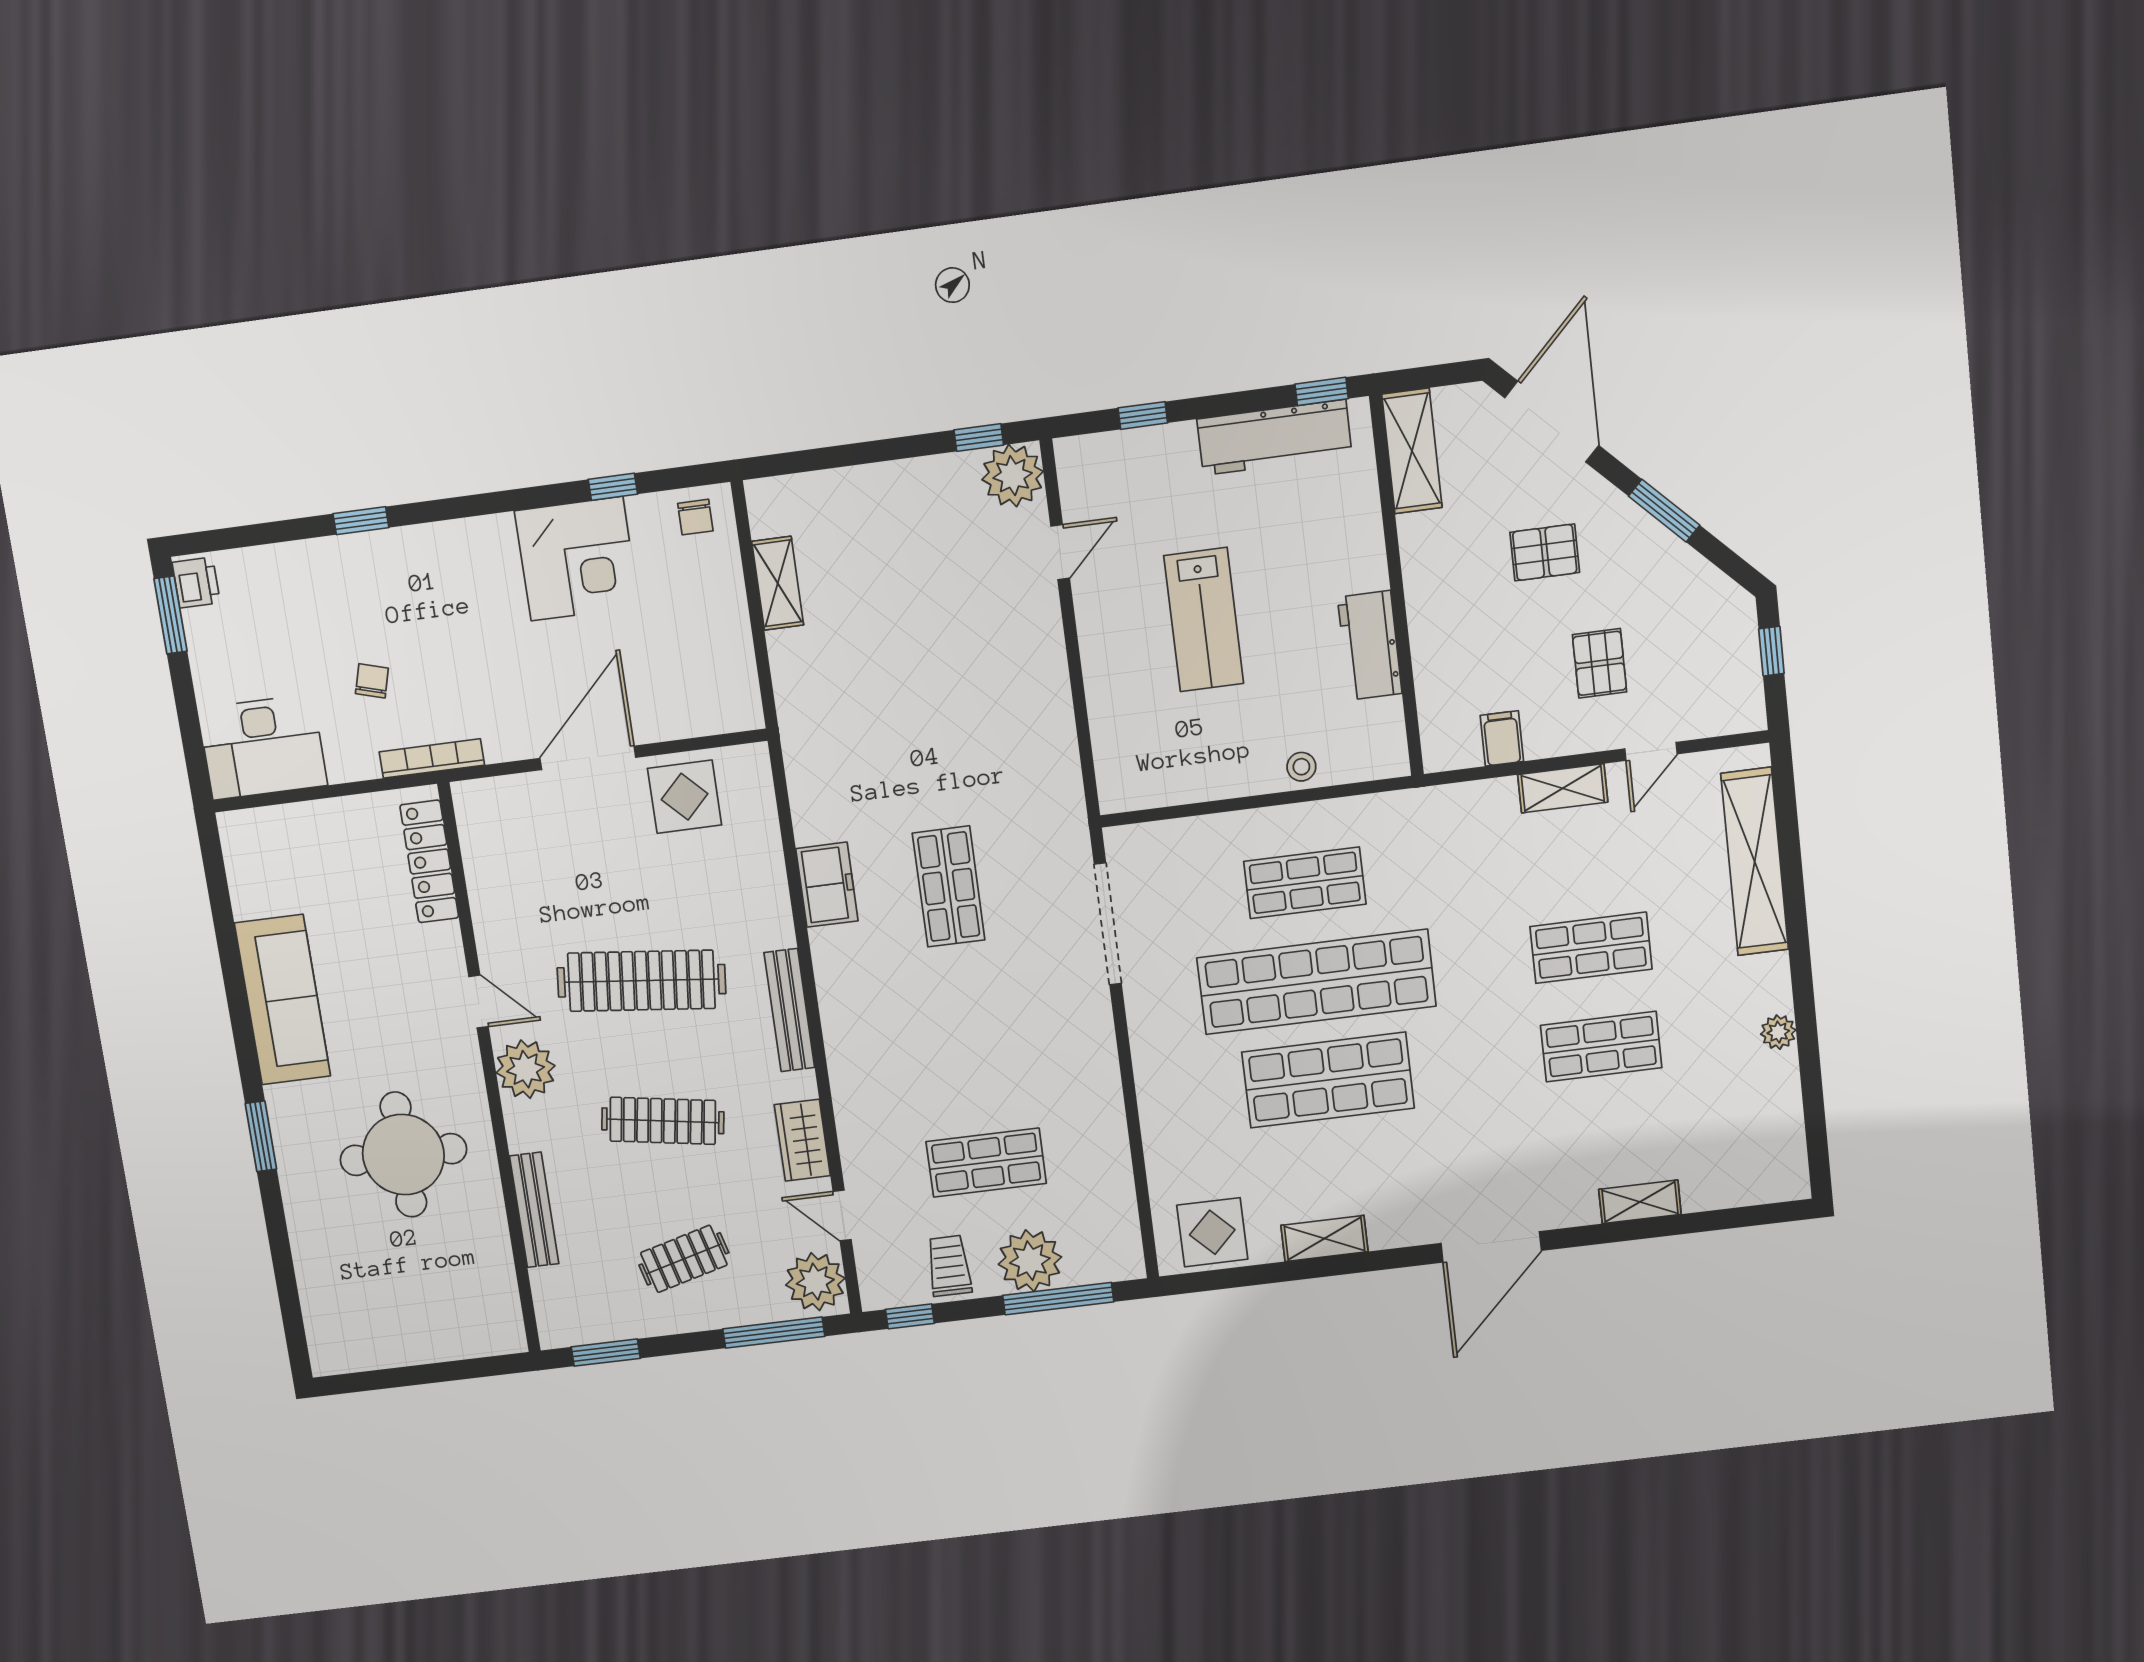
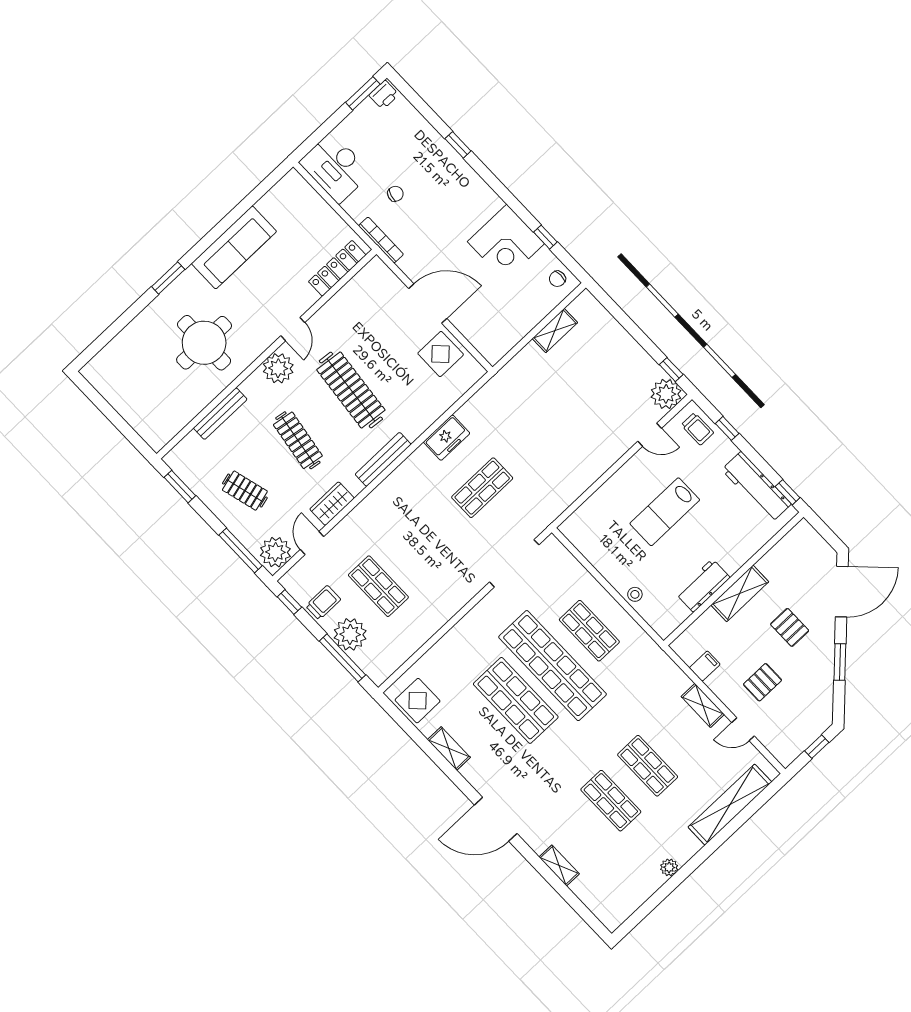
shelving: (1412, 451) -> (740, 593), moved
trolley: (1108, 466) -> (697, 429), added

